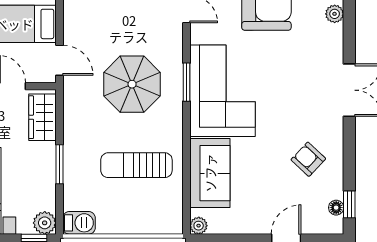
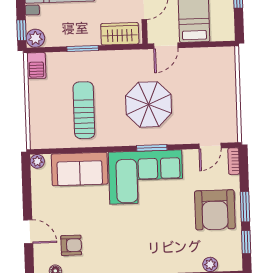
armchair: (308, 159) -> (71, 245), moved, turned 47

